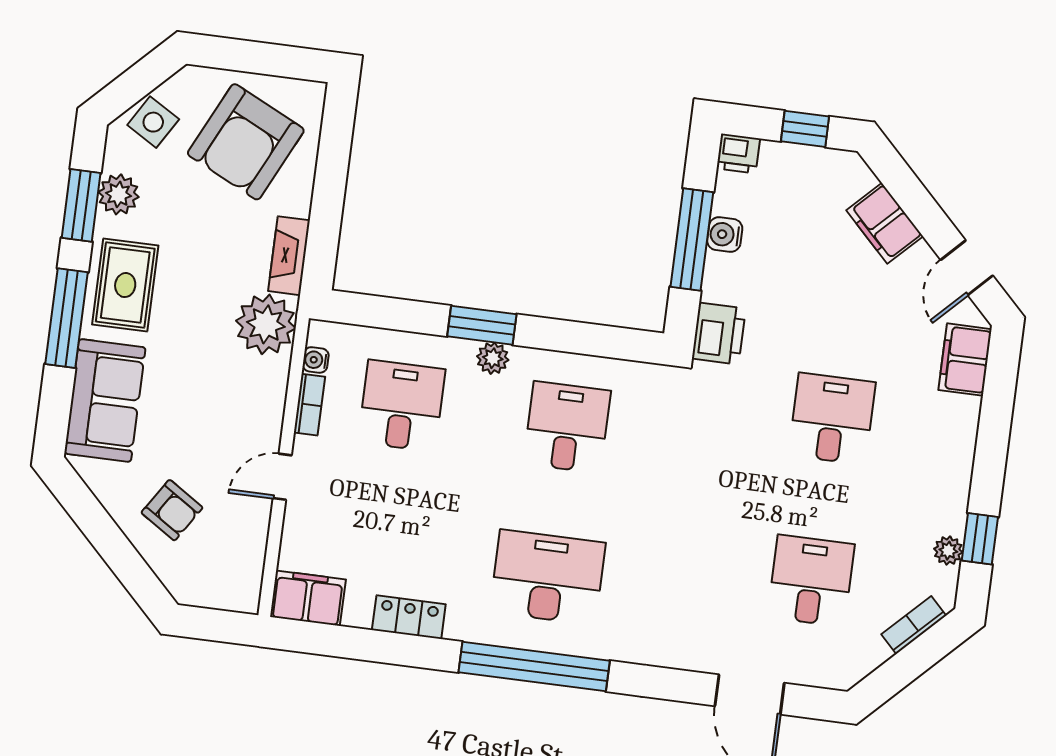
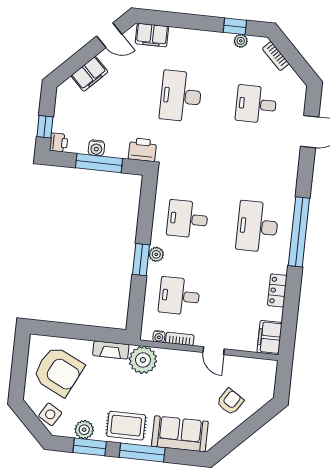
window: (805, 129) -> (45, 127), moved
desk: (832, 419) -> (181, 96), width x1.37

